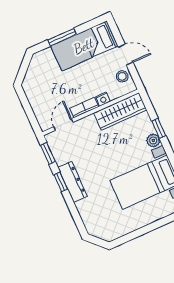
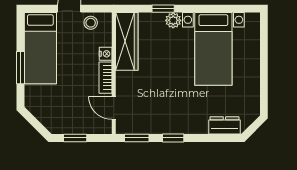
window: (26, 105) -> (75, 138), added
dresser: (73, 182) -> (224, 125), moved, width x0.70

